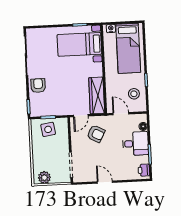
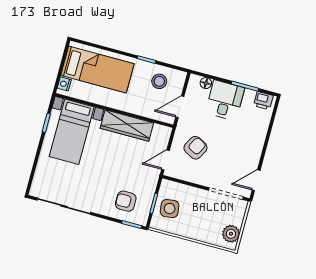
armchair: (38, 86) -> (126, 201), moved
wardrobe: (97, 95) -> (127, 126), moved
door: (81, 116) -> (165, 160), swing flipped
door: (105, 182) -> (256, 180), moved

